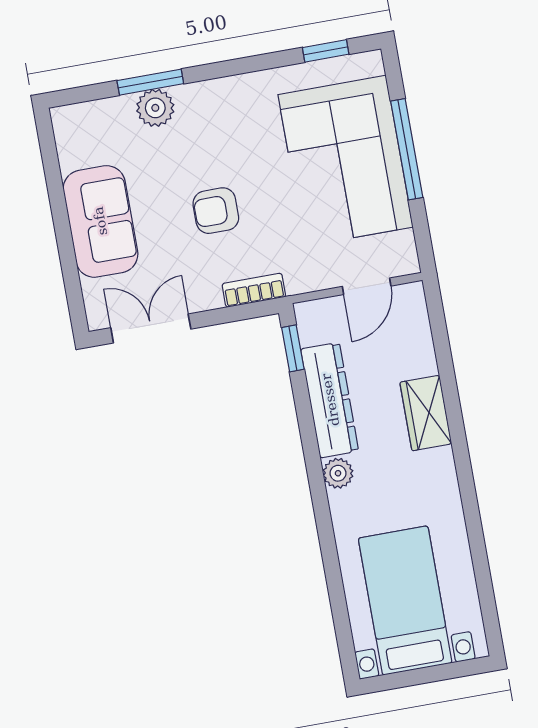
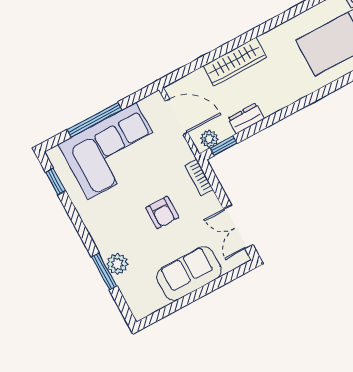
door: (367, 286) -> (176, 117), width x1.38
dresser: (330, 400) -> (246, 118), width x0.51, depth x0.80
wardrobe: (426, 413) -> (235, 62), width x1.50
plant: (338, 473) -> (209, 139), moved

